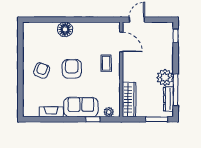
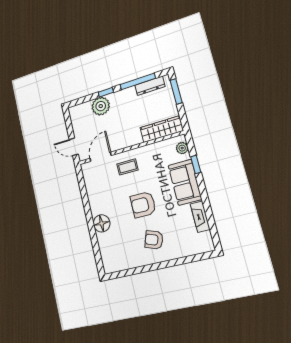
window: (176, 36) -> (106, 92), moved
plant: (165, 77) -> (101, 106), moved

